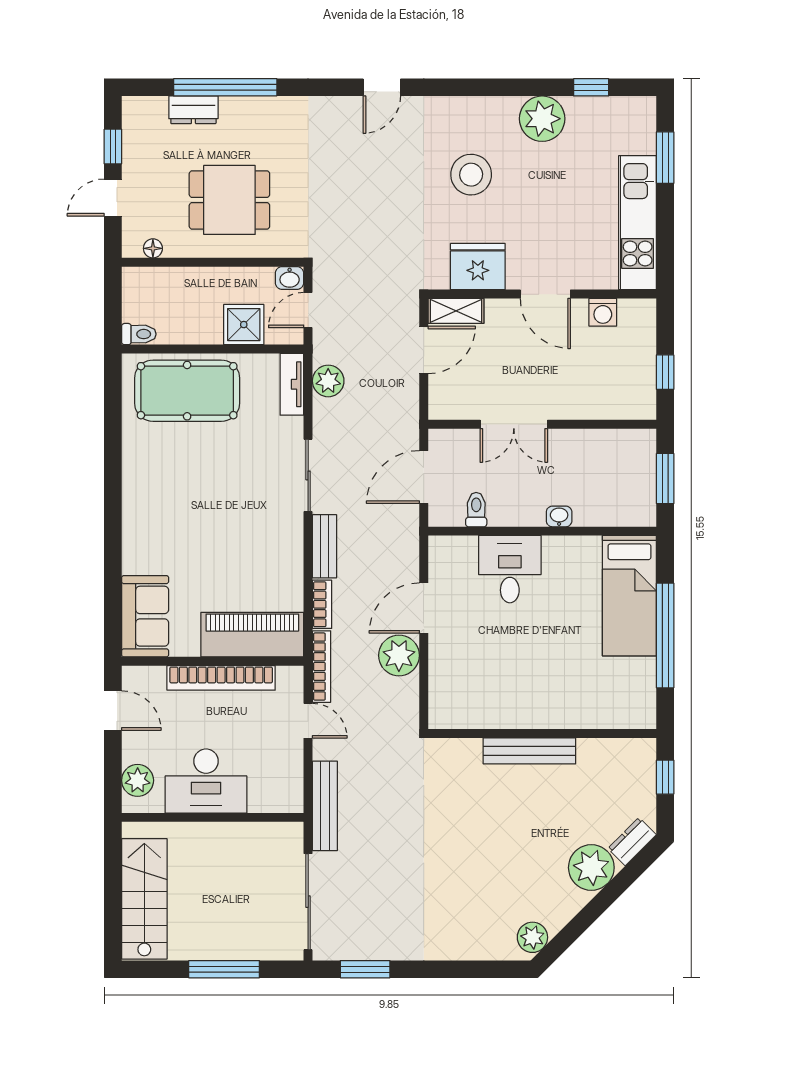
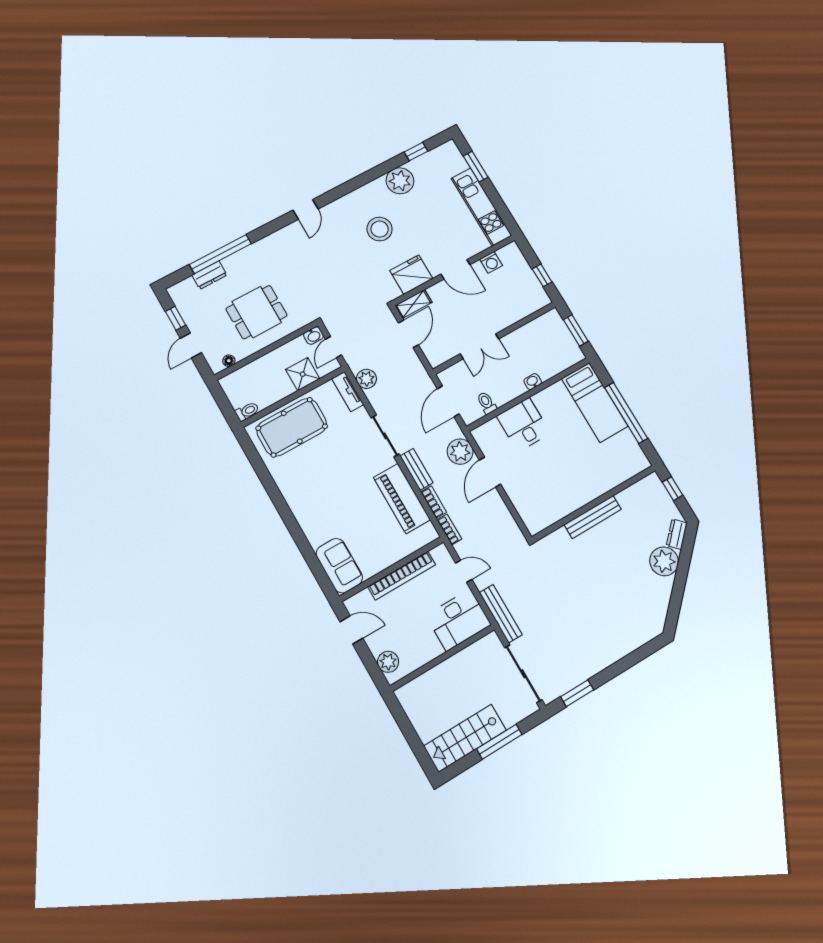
piano: (252, 635) -> (402, 499), moved, turned -90
plant: (399, 655) -> (460, 452), moved
bookcase: (322, 667) -> (449, 529), width x0.64
desk: (206, 781) -> (458, 620), moved
stairs: (144, 899) -> (465, 738), moved, turned -90
plant: (532, 937) -> (656, 619), removed

